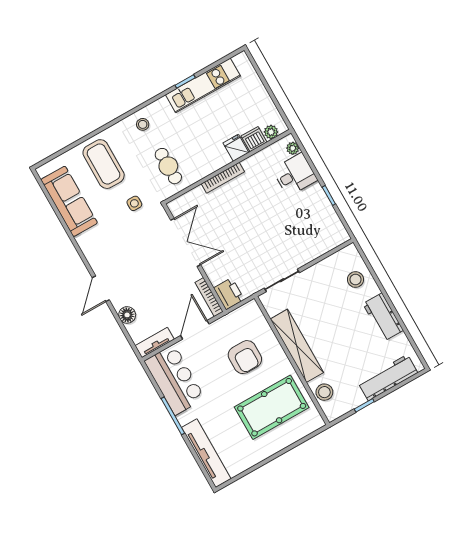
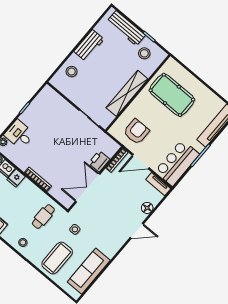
printer: (229, 294) -> (99, 161), moved
armchair: (245, 357) -> (136, 132), moved
stool: (324, 392) -> (144, 53), moved

